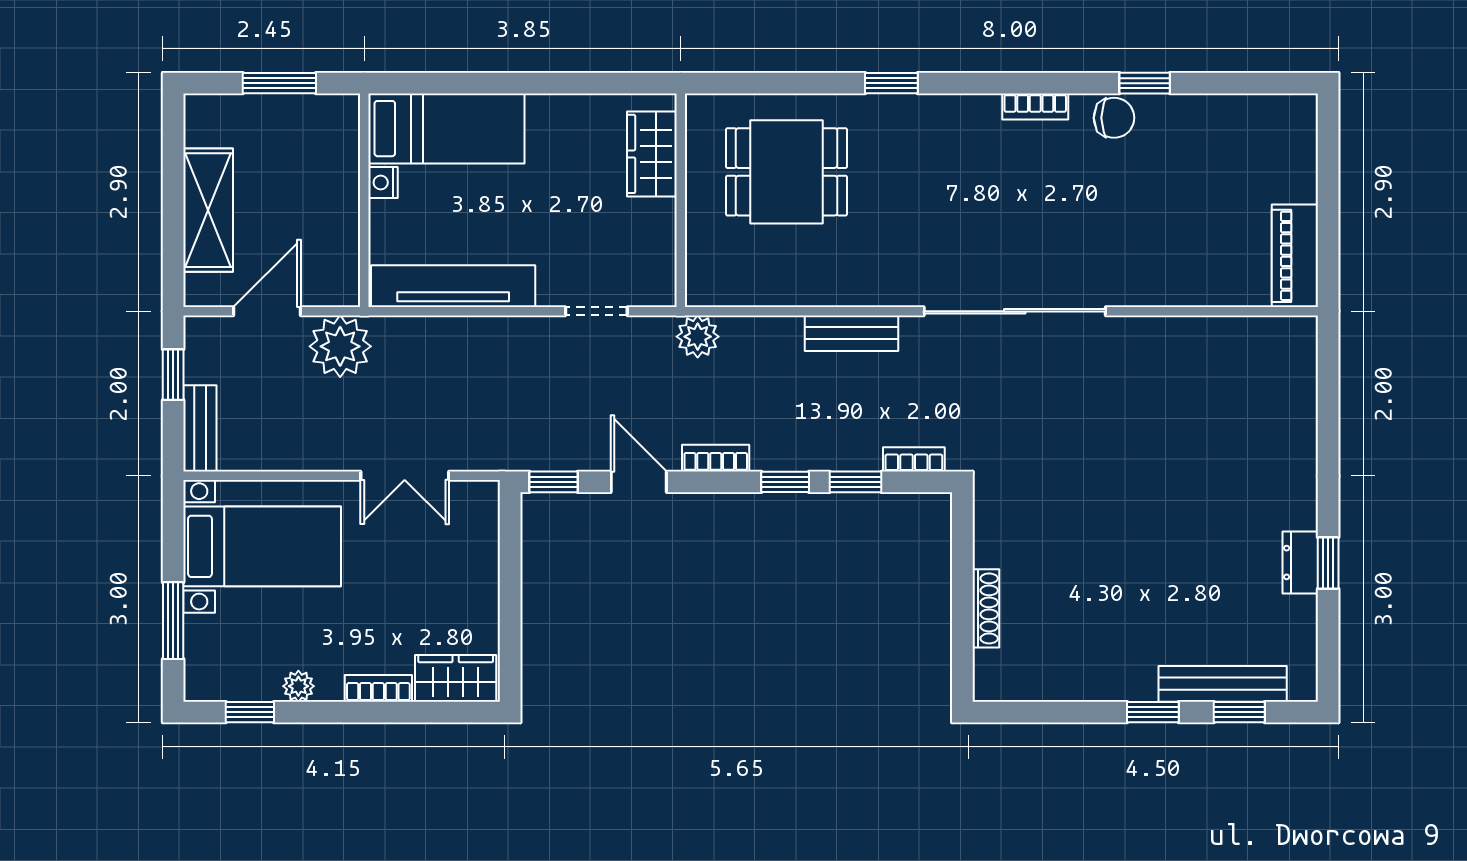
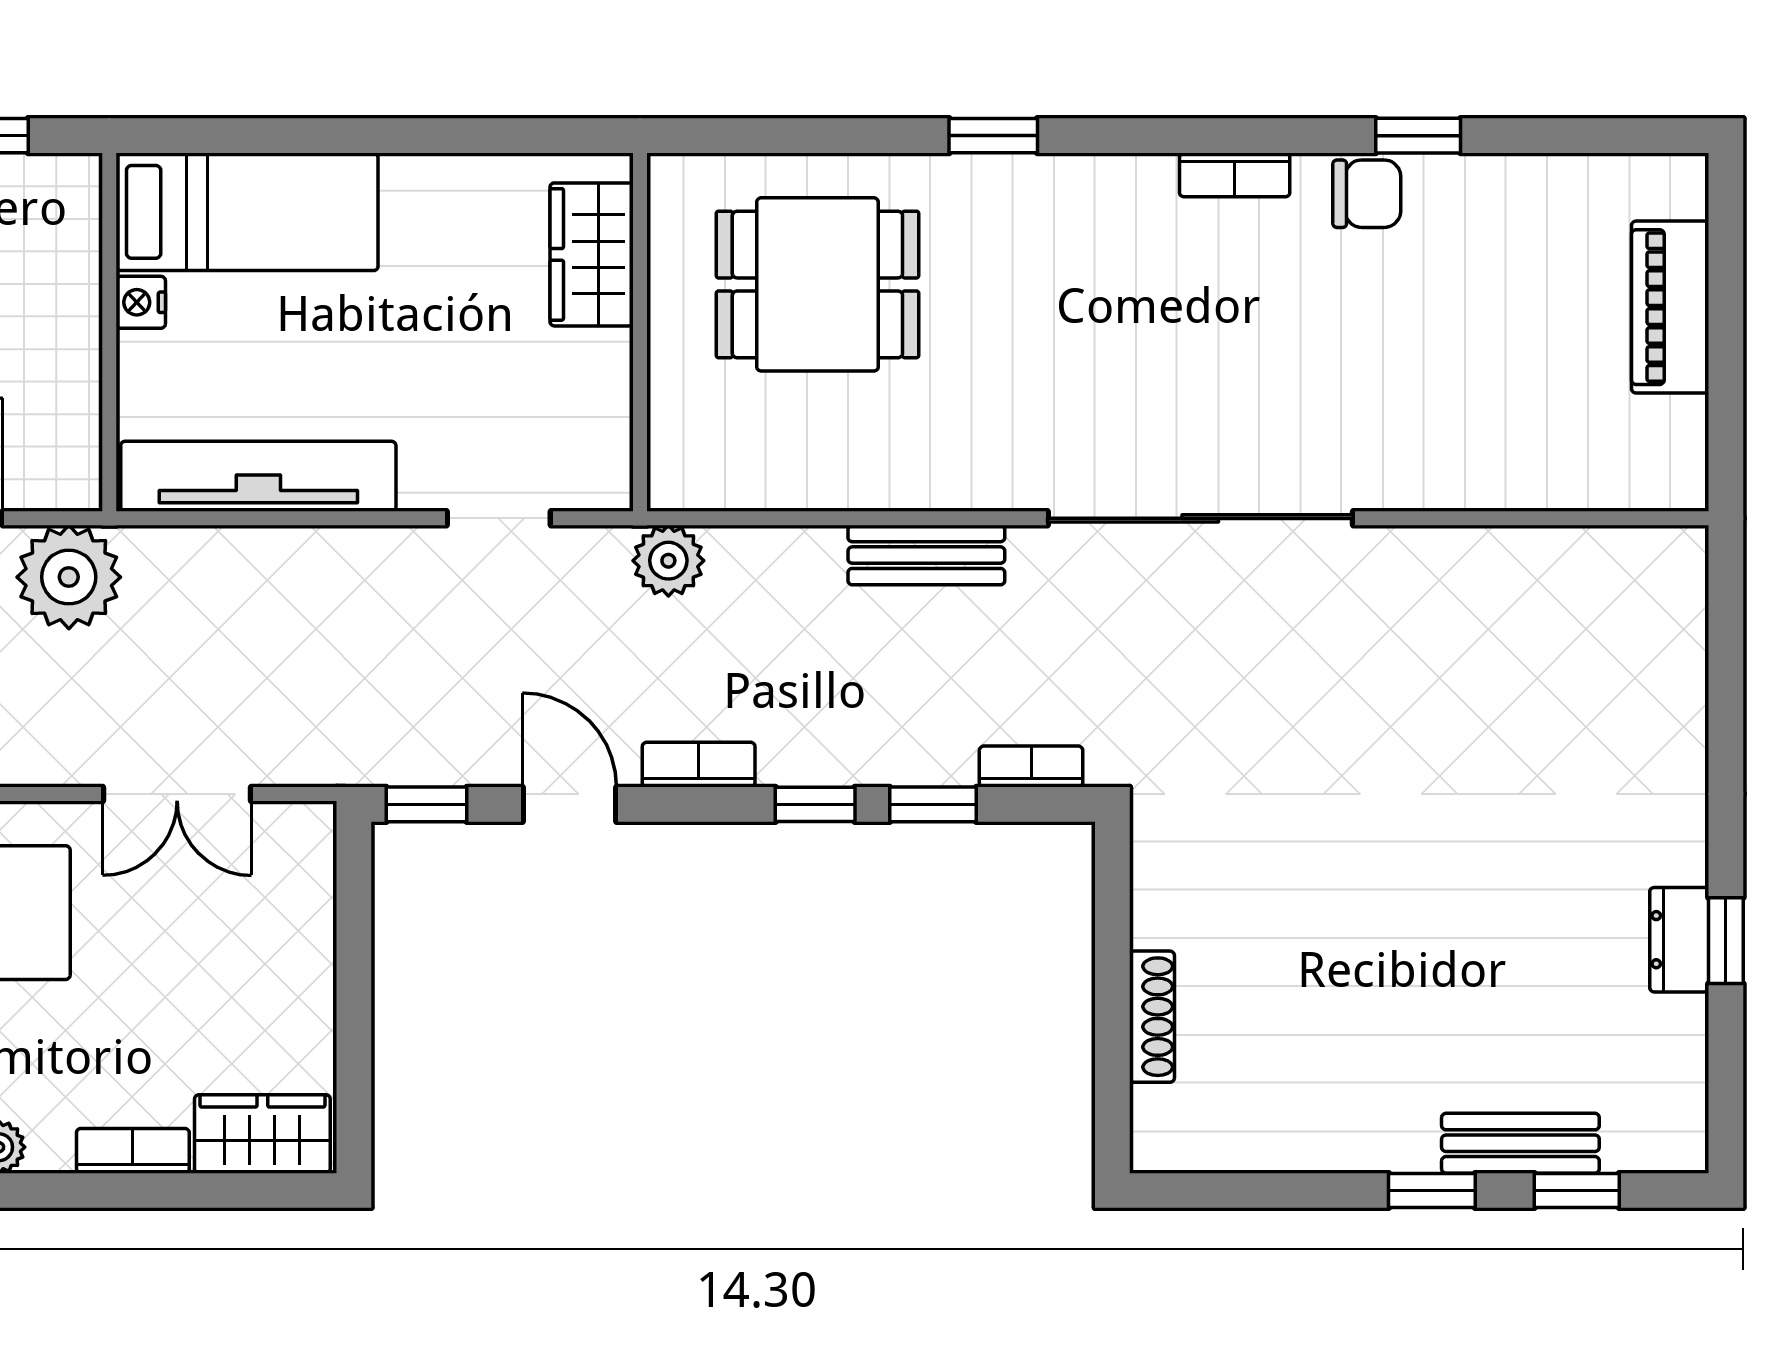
piano: (1295, 256) -> (1670, 307), moved
bench: (1223, 684) -> (1520, 1143), width x0.73

